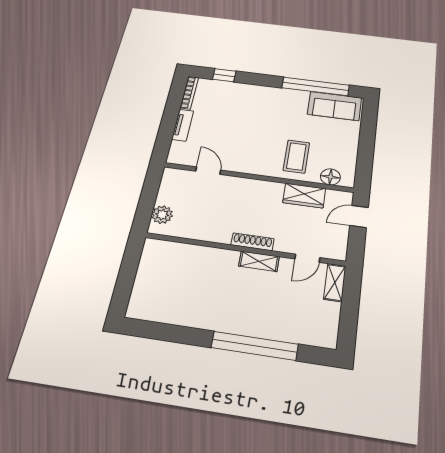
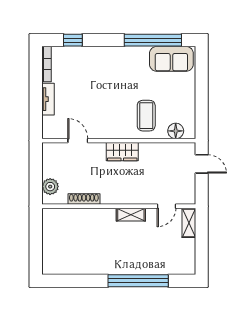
wardrobe: (304, 196) -> (122, 152), moved
door: (359, 216) -> (202, 164), swing flipped
shoe rack: (252, 242) -> (84, 199), moved

